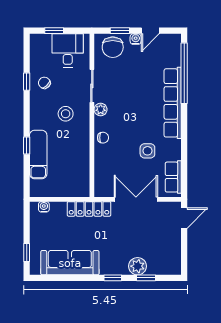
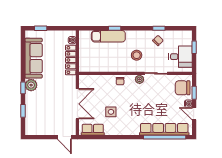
row of seats: (173, 103) -> (164, 129), moved
locker: (89, 209) -> (71, 60), moved
plant: (138, 266) -> (31, 85), moved

